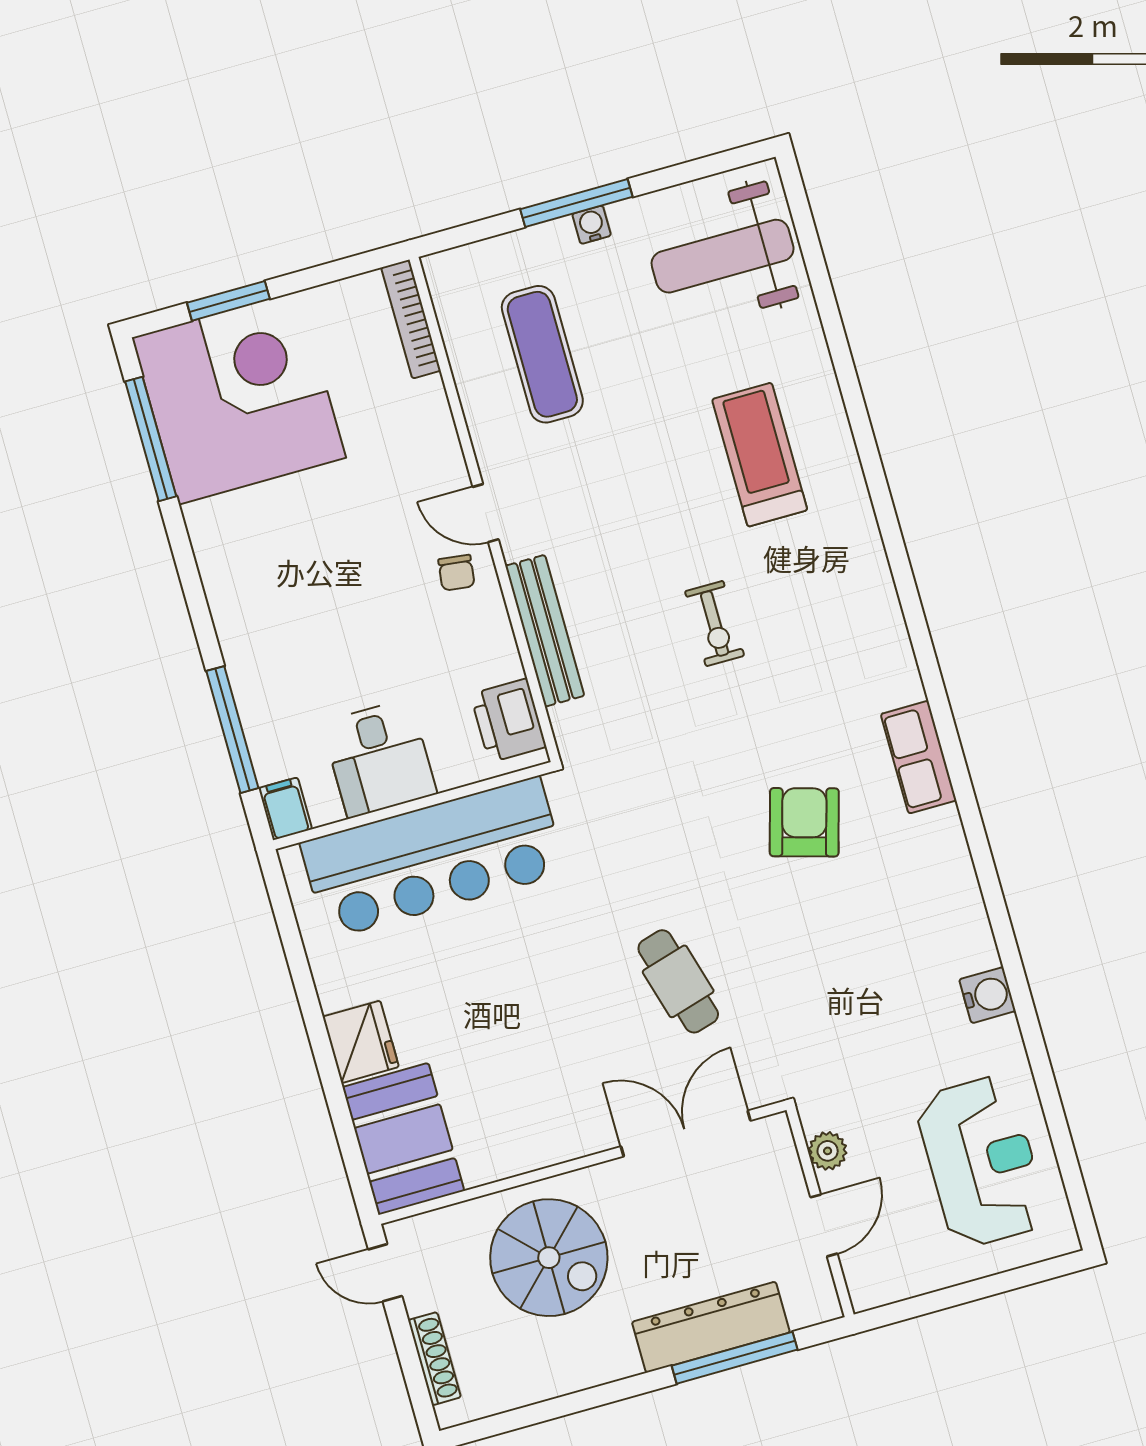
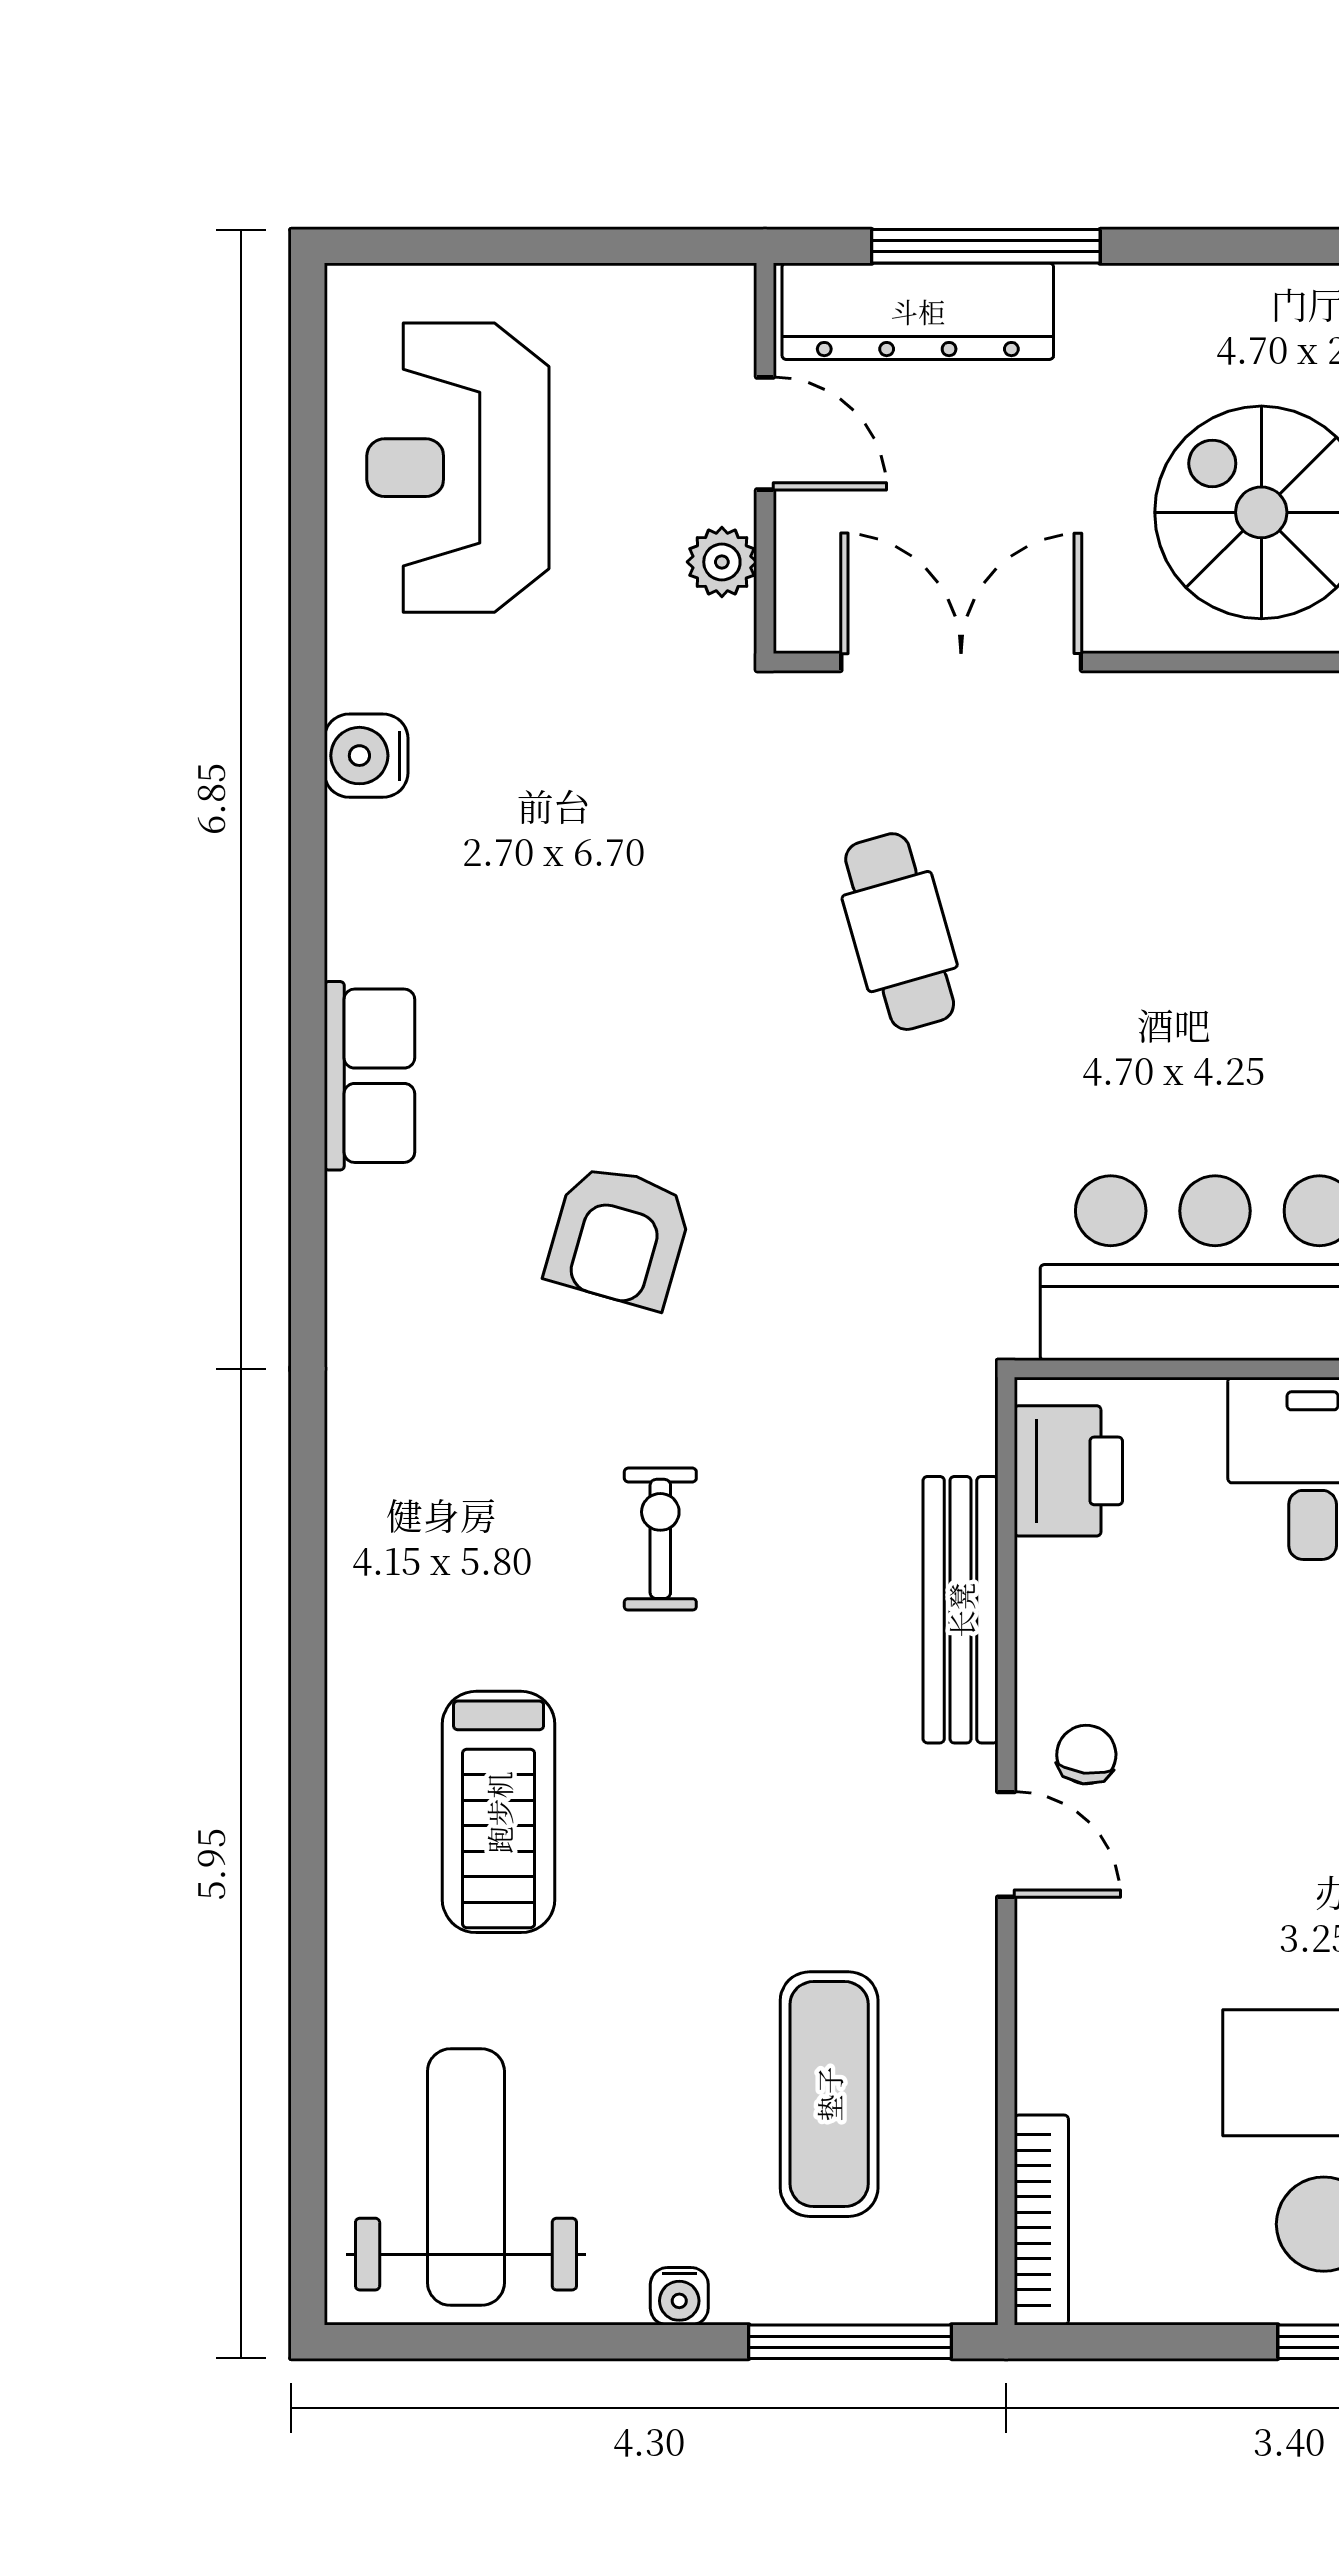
window: (576, 203) -> (850, 2342), moved
weight bench: (723, 256) -> (466, 2177), turned -90
row of seats: (919, 757) -> (369, 1076), moved
armchair: (804, 822) -> (619, 1236), moved
double door: (686, 1134) -> (961, 662), swing flipped
door: (824, 1225) -> (765, 433), swing flipped
dresser: (711, 1327) -> (918, 311), moved

